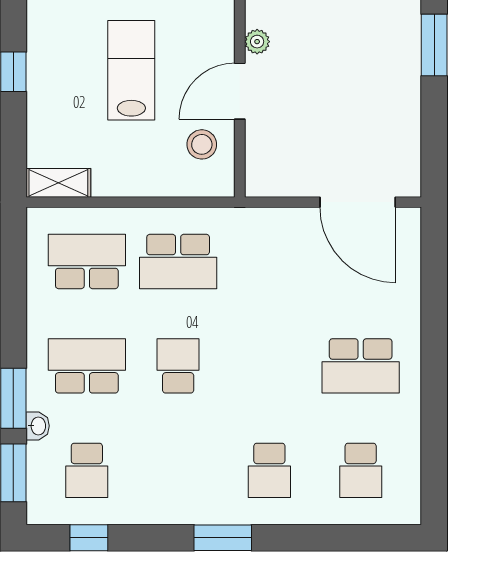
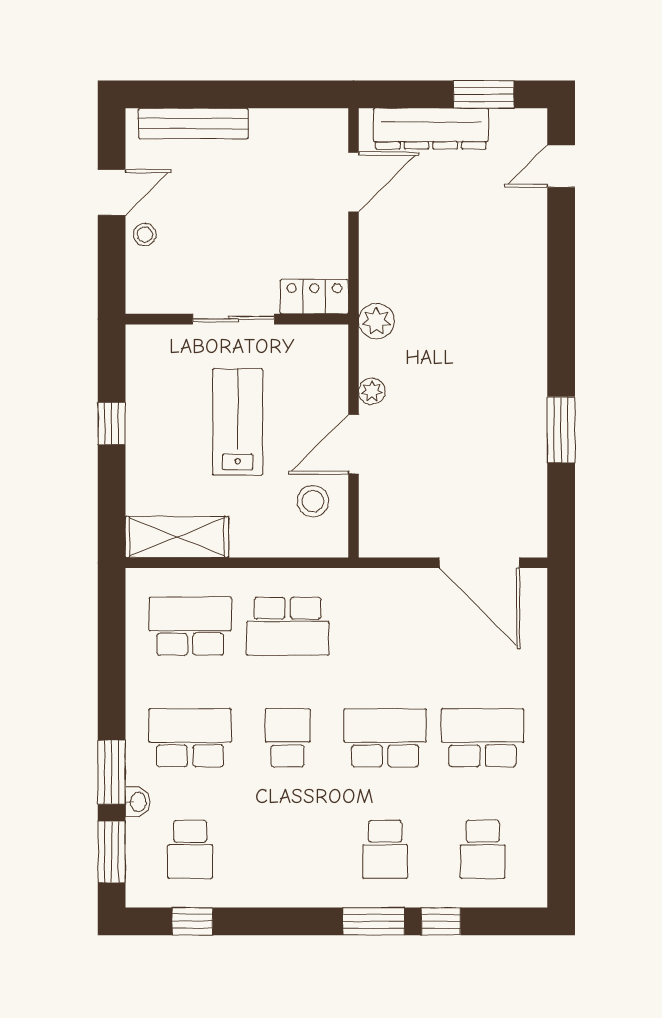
window: (434, 45) -> (561, 430), moved
shelving: (58, 183) -> (177, 537), width x1.50, depth x1.33
school desk: (269, 366) -> (385, 738), added
school desk: (361, 366) -> (483, 738), turned 180
window: (223, 538) -> (374, 921), moved
window: (322, 538) -> (441, 921), added

